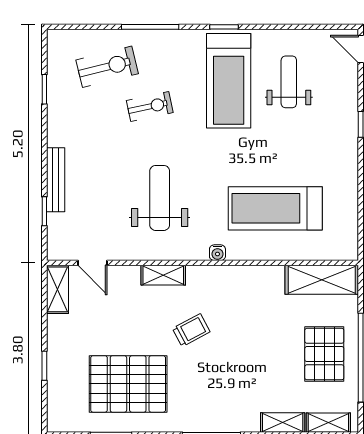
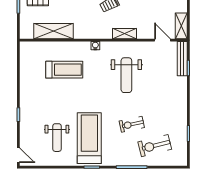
bench: (56, 180) -> (182, 59), moved
treadmill: (275, 208) -> (64, 70), width x0.73, depth x0.73
shelving: (322, 280) -> (53, 31), moved

